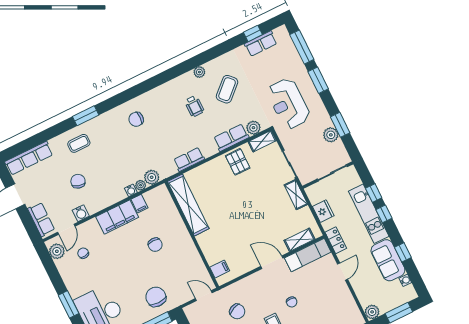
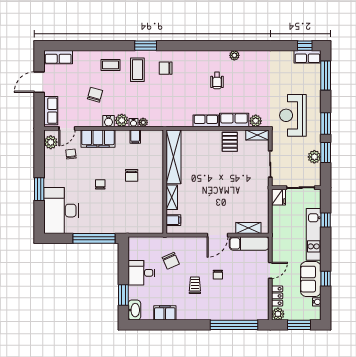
window: (253, 33) -> (305, 46), moved
row of seats: (261, 44) -> (307, 57), moved
window: (318, 80) -> (326, 123), moved
coffee table: (227, 89) -> (137, 70), moved, turned -47
window: (86, 116) -> (146, 46), moved
row of seats: (29, 158) -> (58, 57), width x0.68
row of seats: (189, 159) -> (206, 121), moved
plant: (152, 177) -> (122, 120), moved
shelving: (296, 195) -> (172, 197), moved
fridge: (323, 211) -> (279, 197), moved
water cooler: (81, 213) -> (108, 121), moved
window: (384, 214) -> (326, 241), removed
filing cabinet: (117, 217) -> (98, 139), moved
locker: (336, 240) -> (277, 296), moved
door: (272, 262) -> (218, 235), swing flipped
door: (204, 296) -> (150, 235), removed
chair: (156, 297) -> (100, 184), moved, width x0.54, depth x0.54

